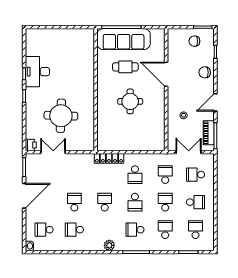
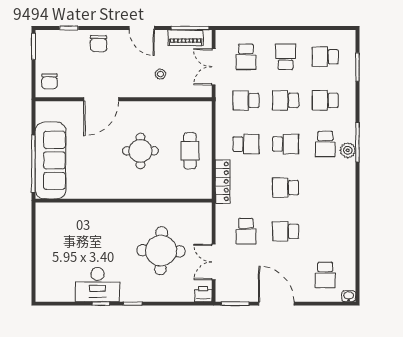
chair: (194, 41) -> (49, 81), moved
cafe table: (125, 67) -> (190, 151), moved
school desk: (74, 230) -> (246, 231), moved
plant: (109, 245) -> (348, 150), moved

